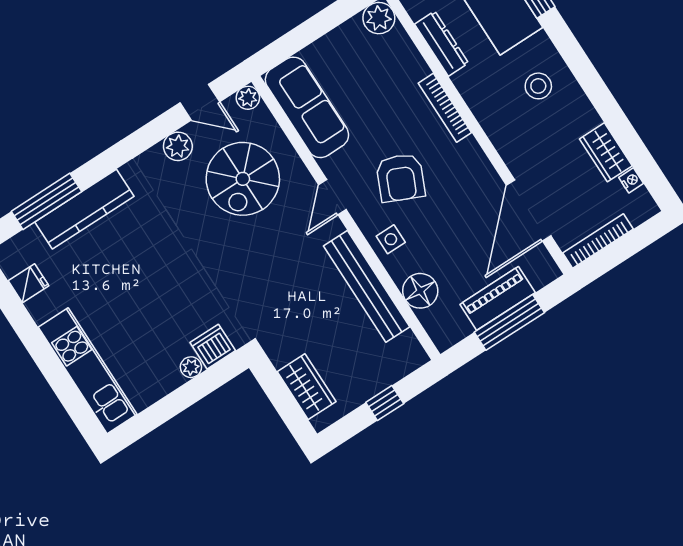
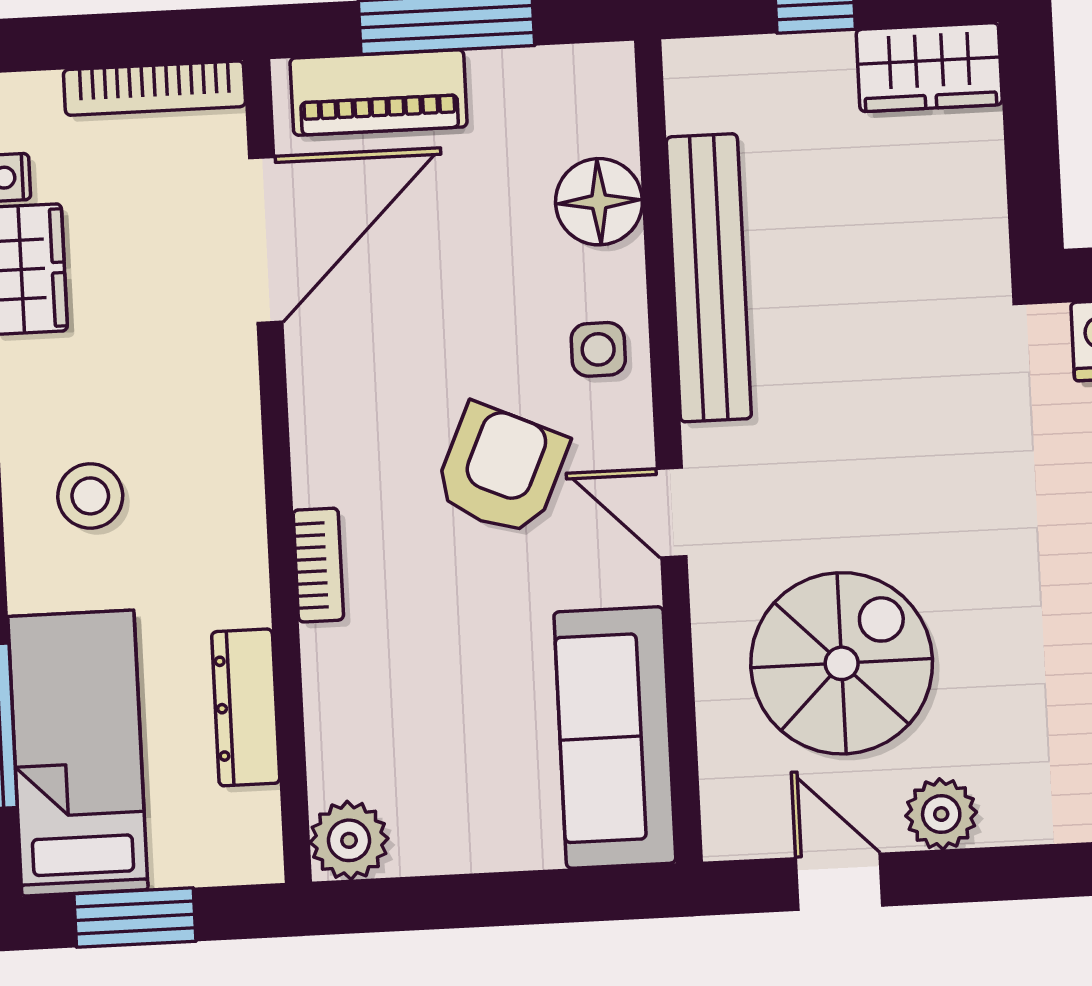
plant: (248, 98) -> (730, 832), removed
bookcase: (445, 108) -> (318, 565), width x0.64
door: (332, 197) -> (672, 513), swing flipped
piano: (498, 298) -> (379, 92), moved
wardrobe: (307, 387) -> (929, 67), moved, turned -90

